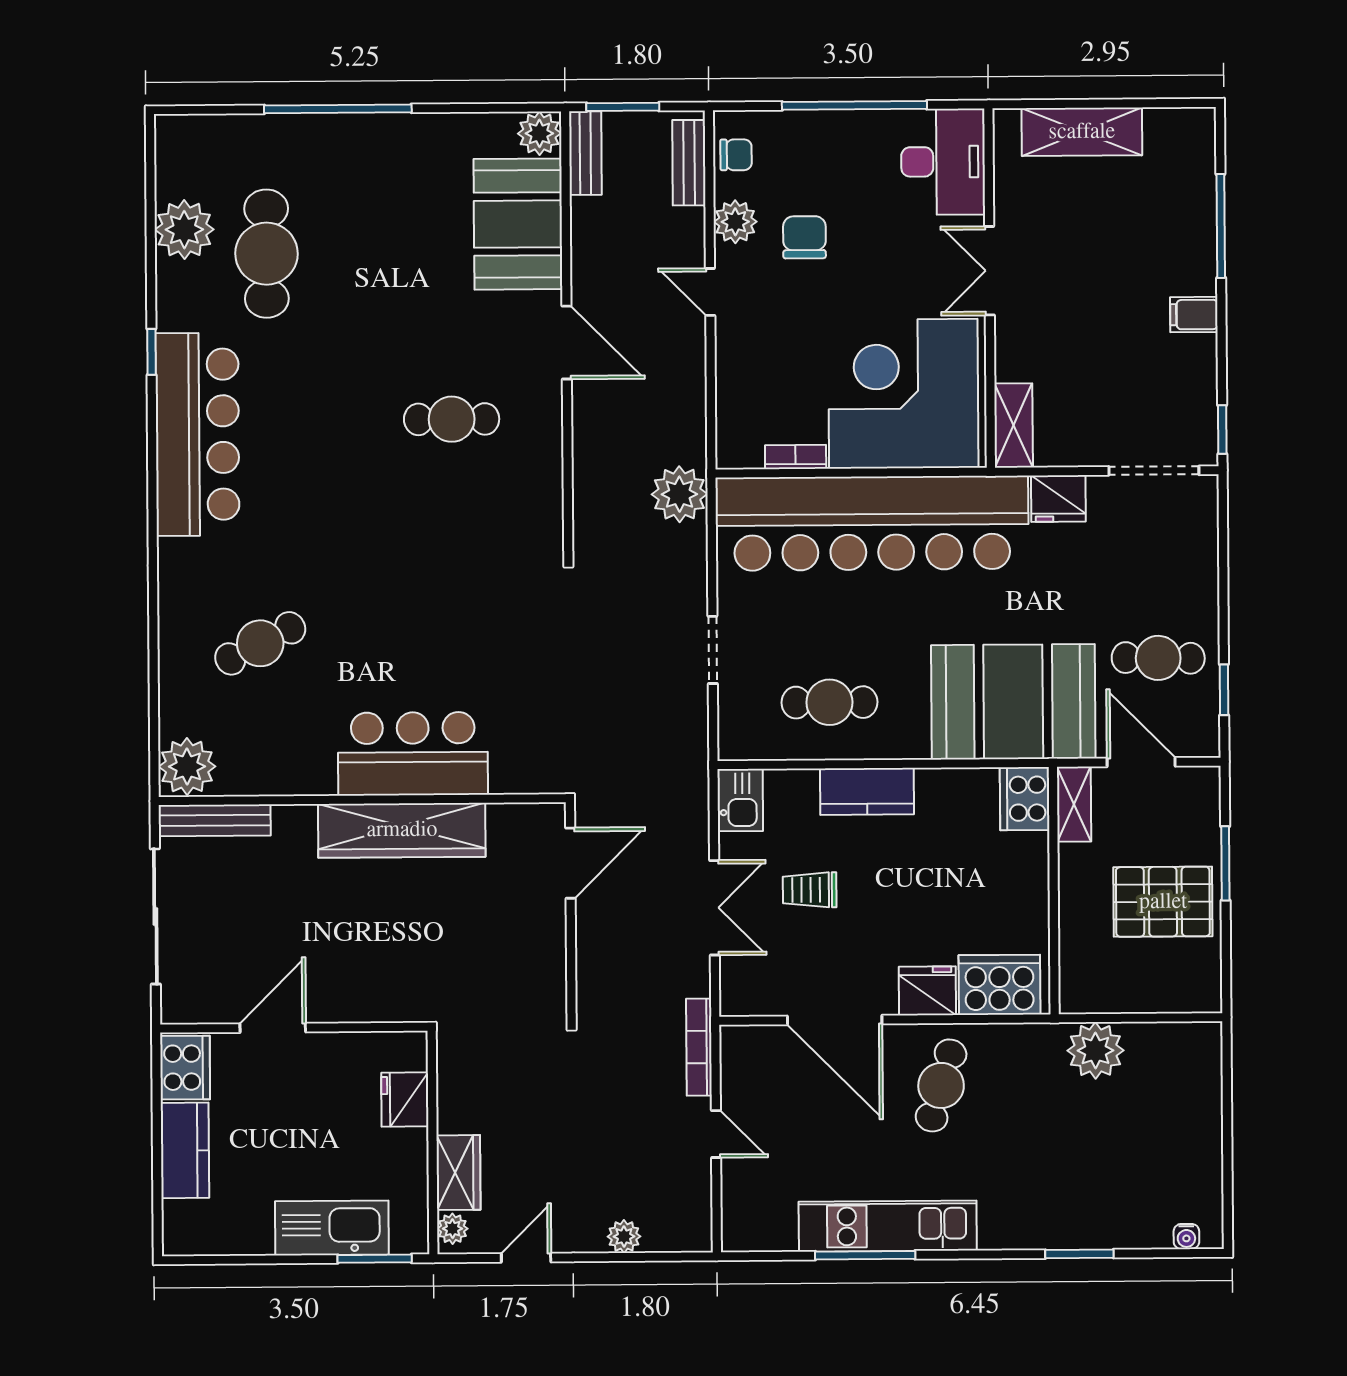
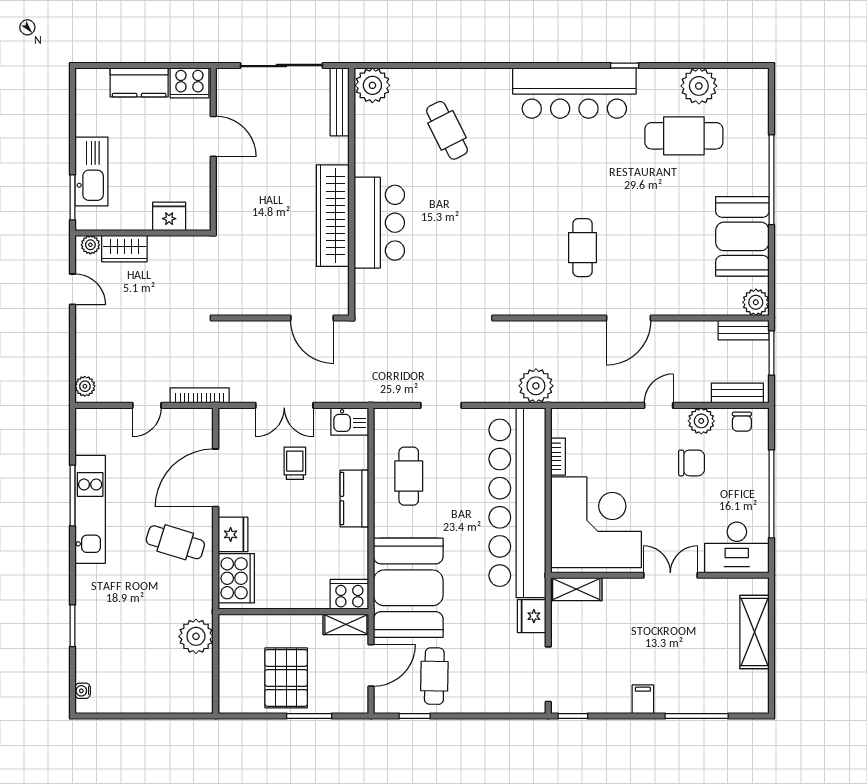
booth: (518, 224) -> (742, 236), moved, turned 90
plant: (624, 1236) -> (85, 386), moved

